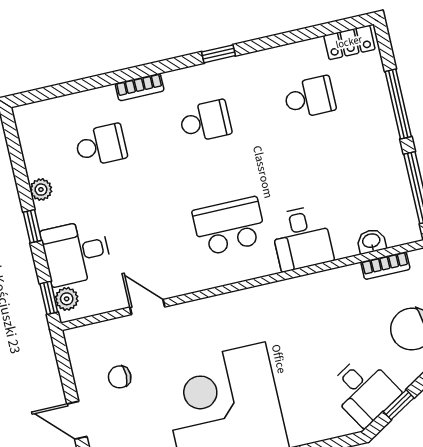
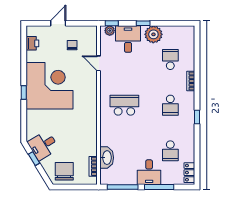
school desk: (101, 145) -> (170, 59), turned 180
plant: (41, 190) -> (153, 34), width x1.88, depth x1.88
school desk: (229, 226) -> (124, 105), turned -90
desk: (302, 238) -> (149, 172), moved, turned -90
washbasin: (371, 241) -> (107, 158), width x1.91, depth x1.45
door: (147, 307) -> (99, 63), swing flipped

